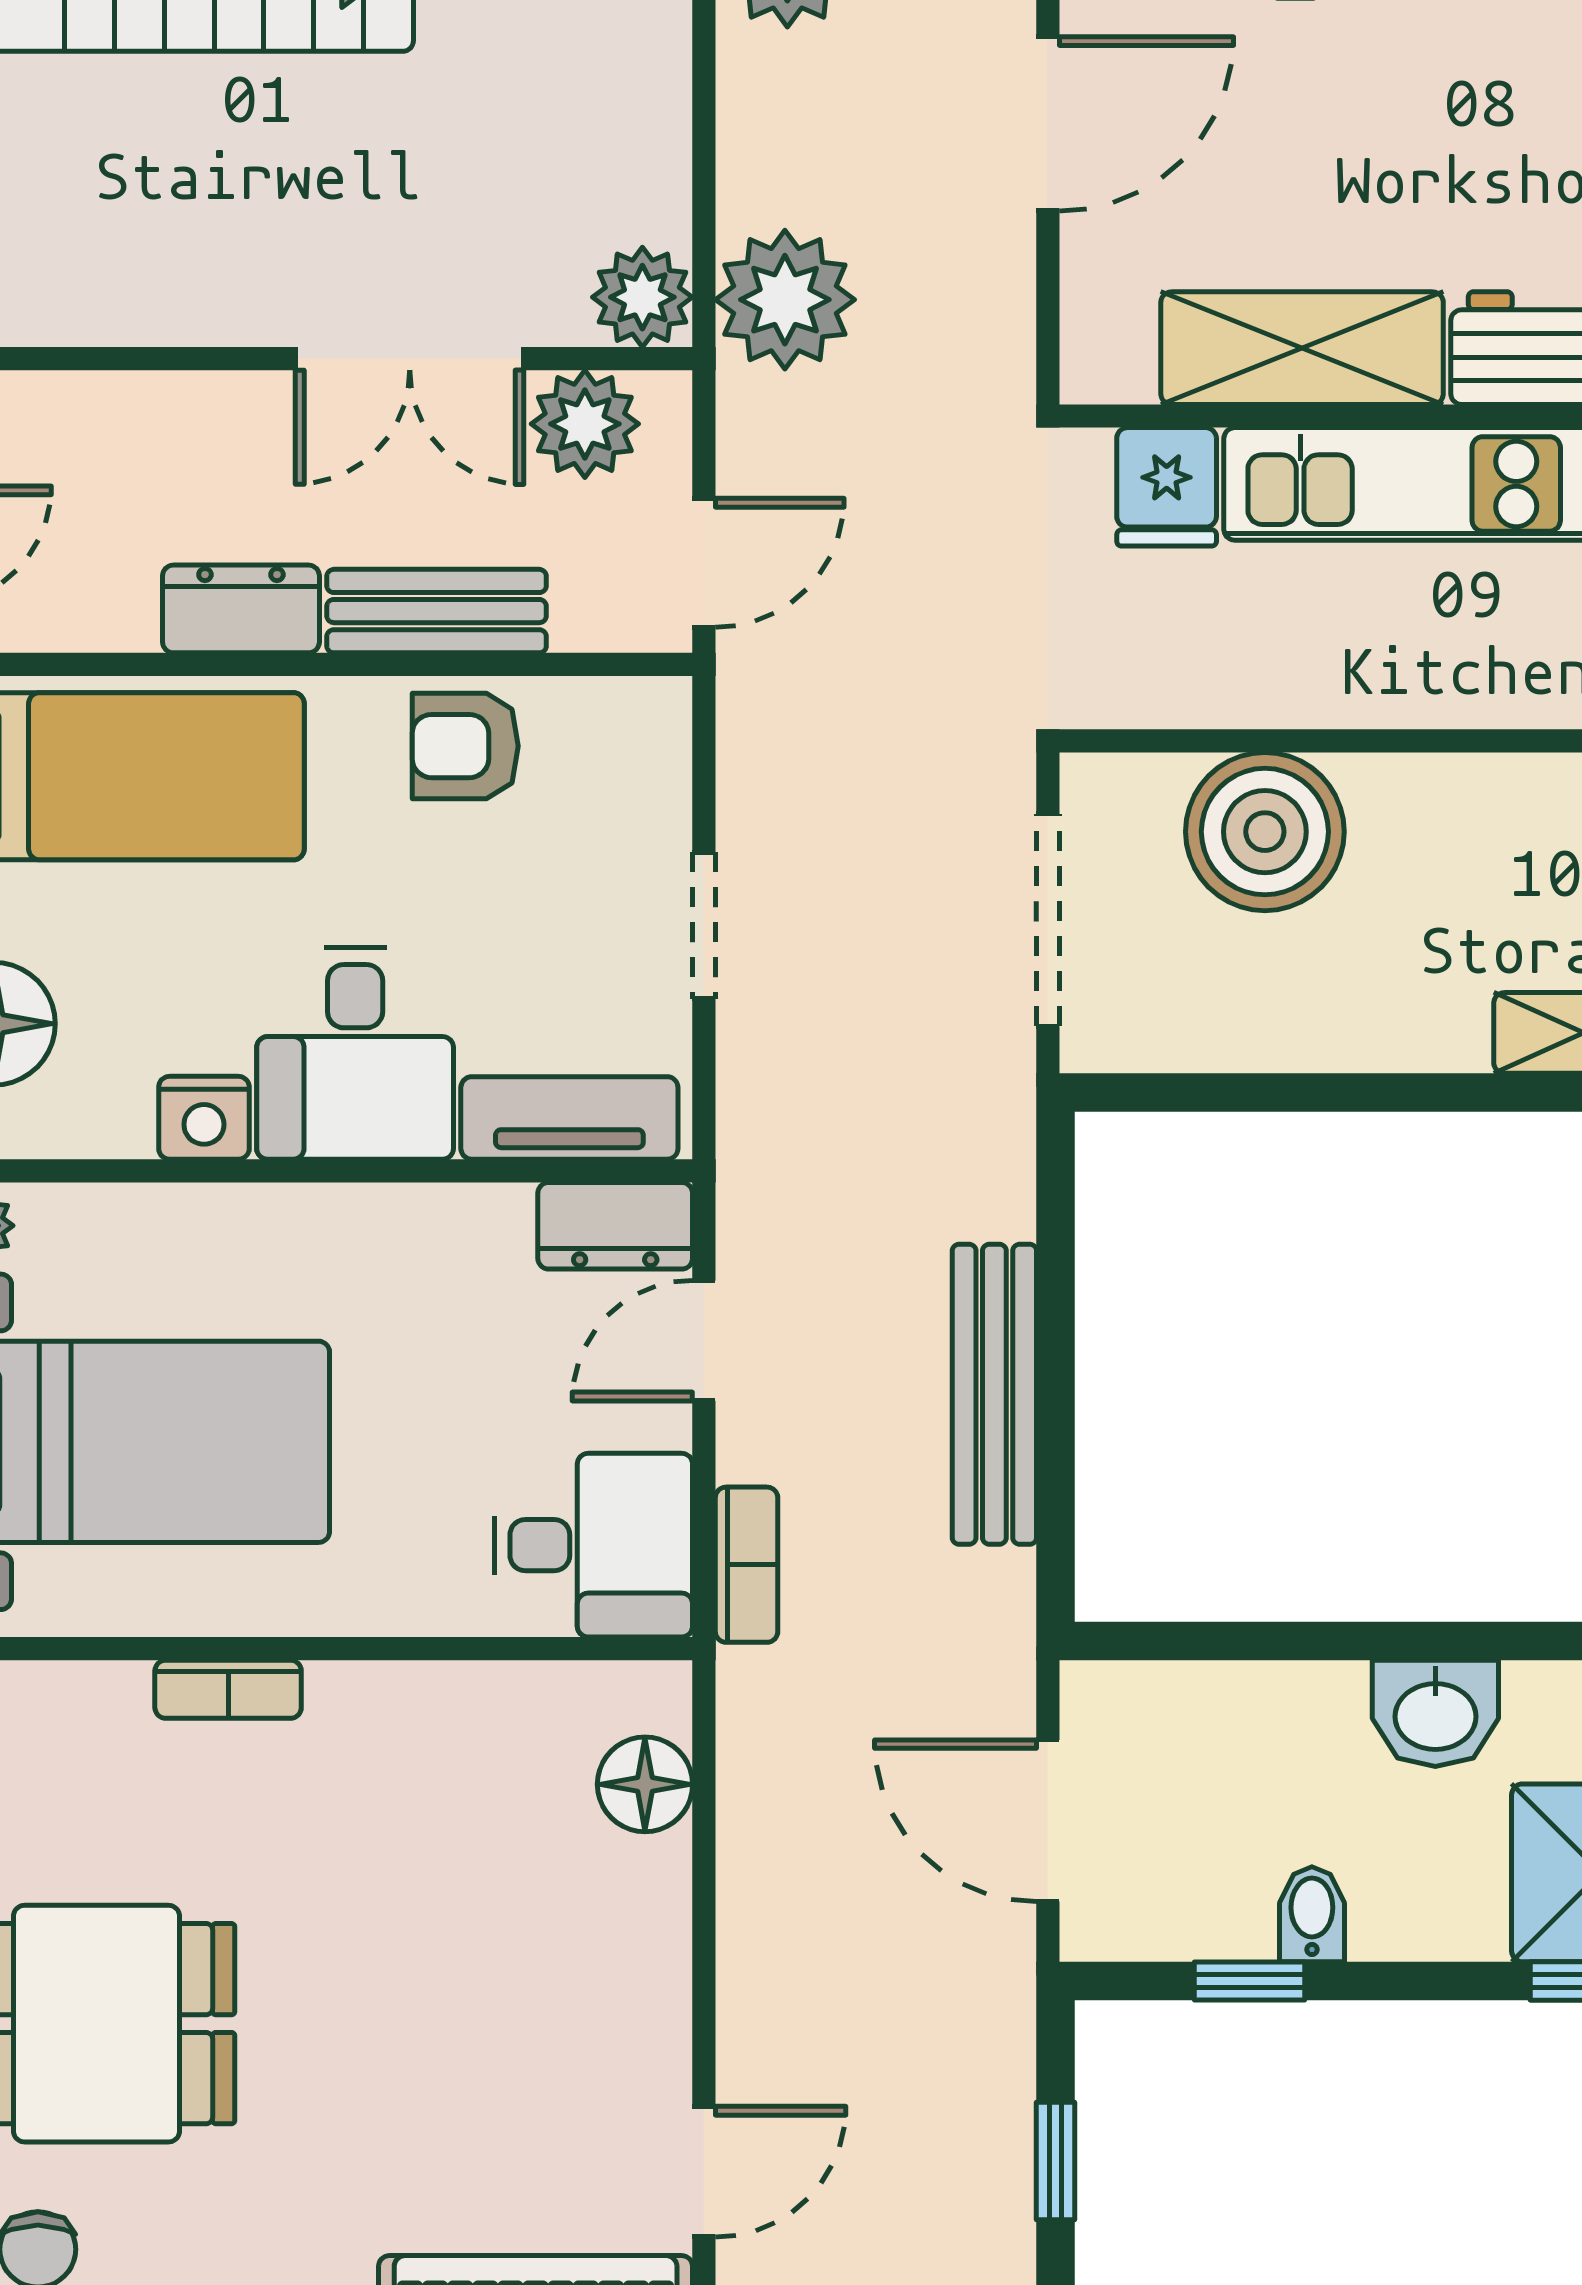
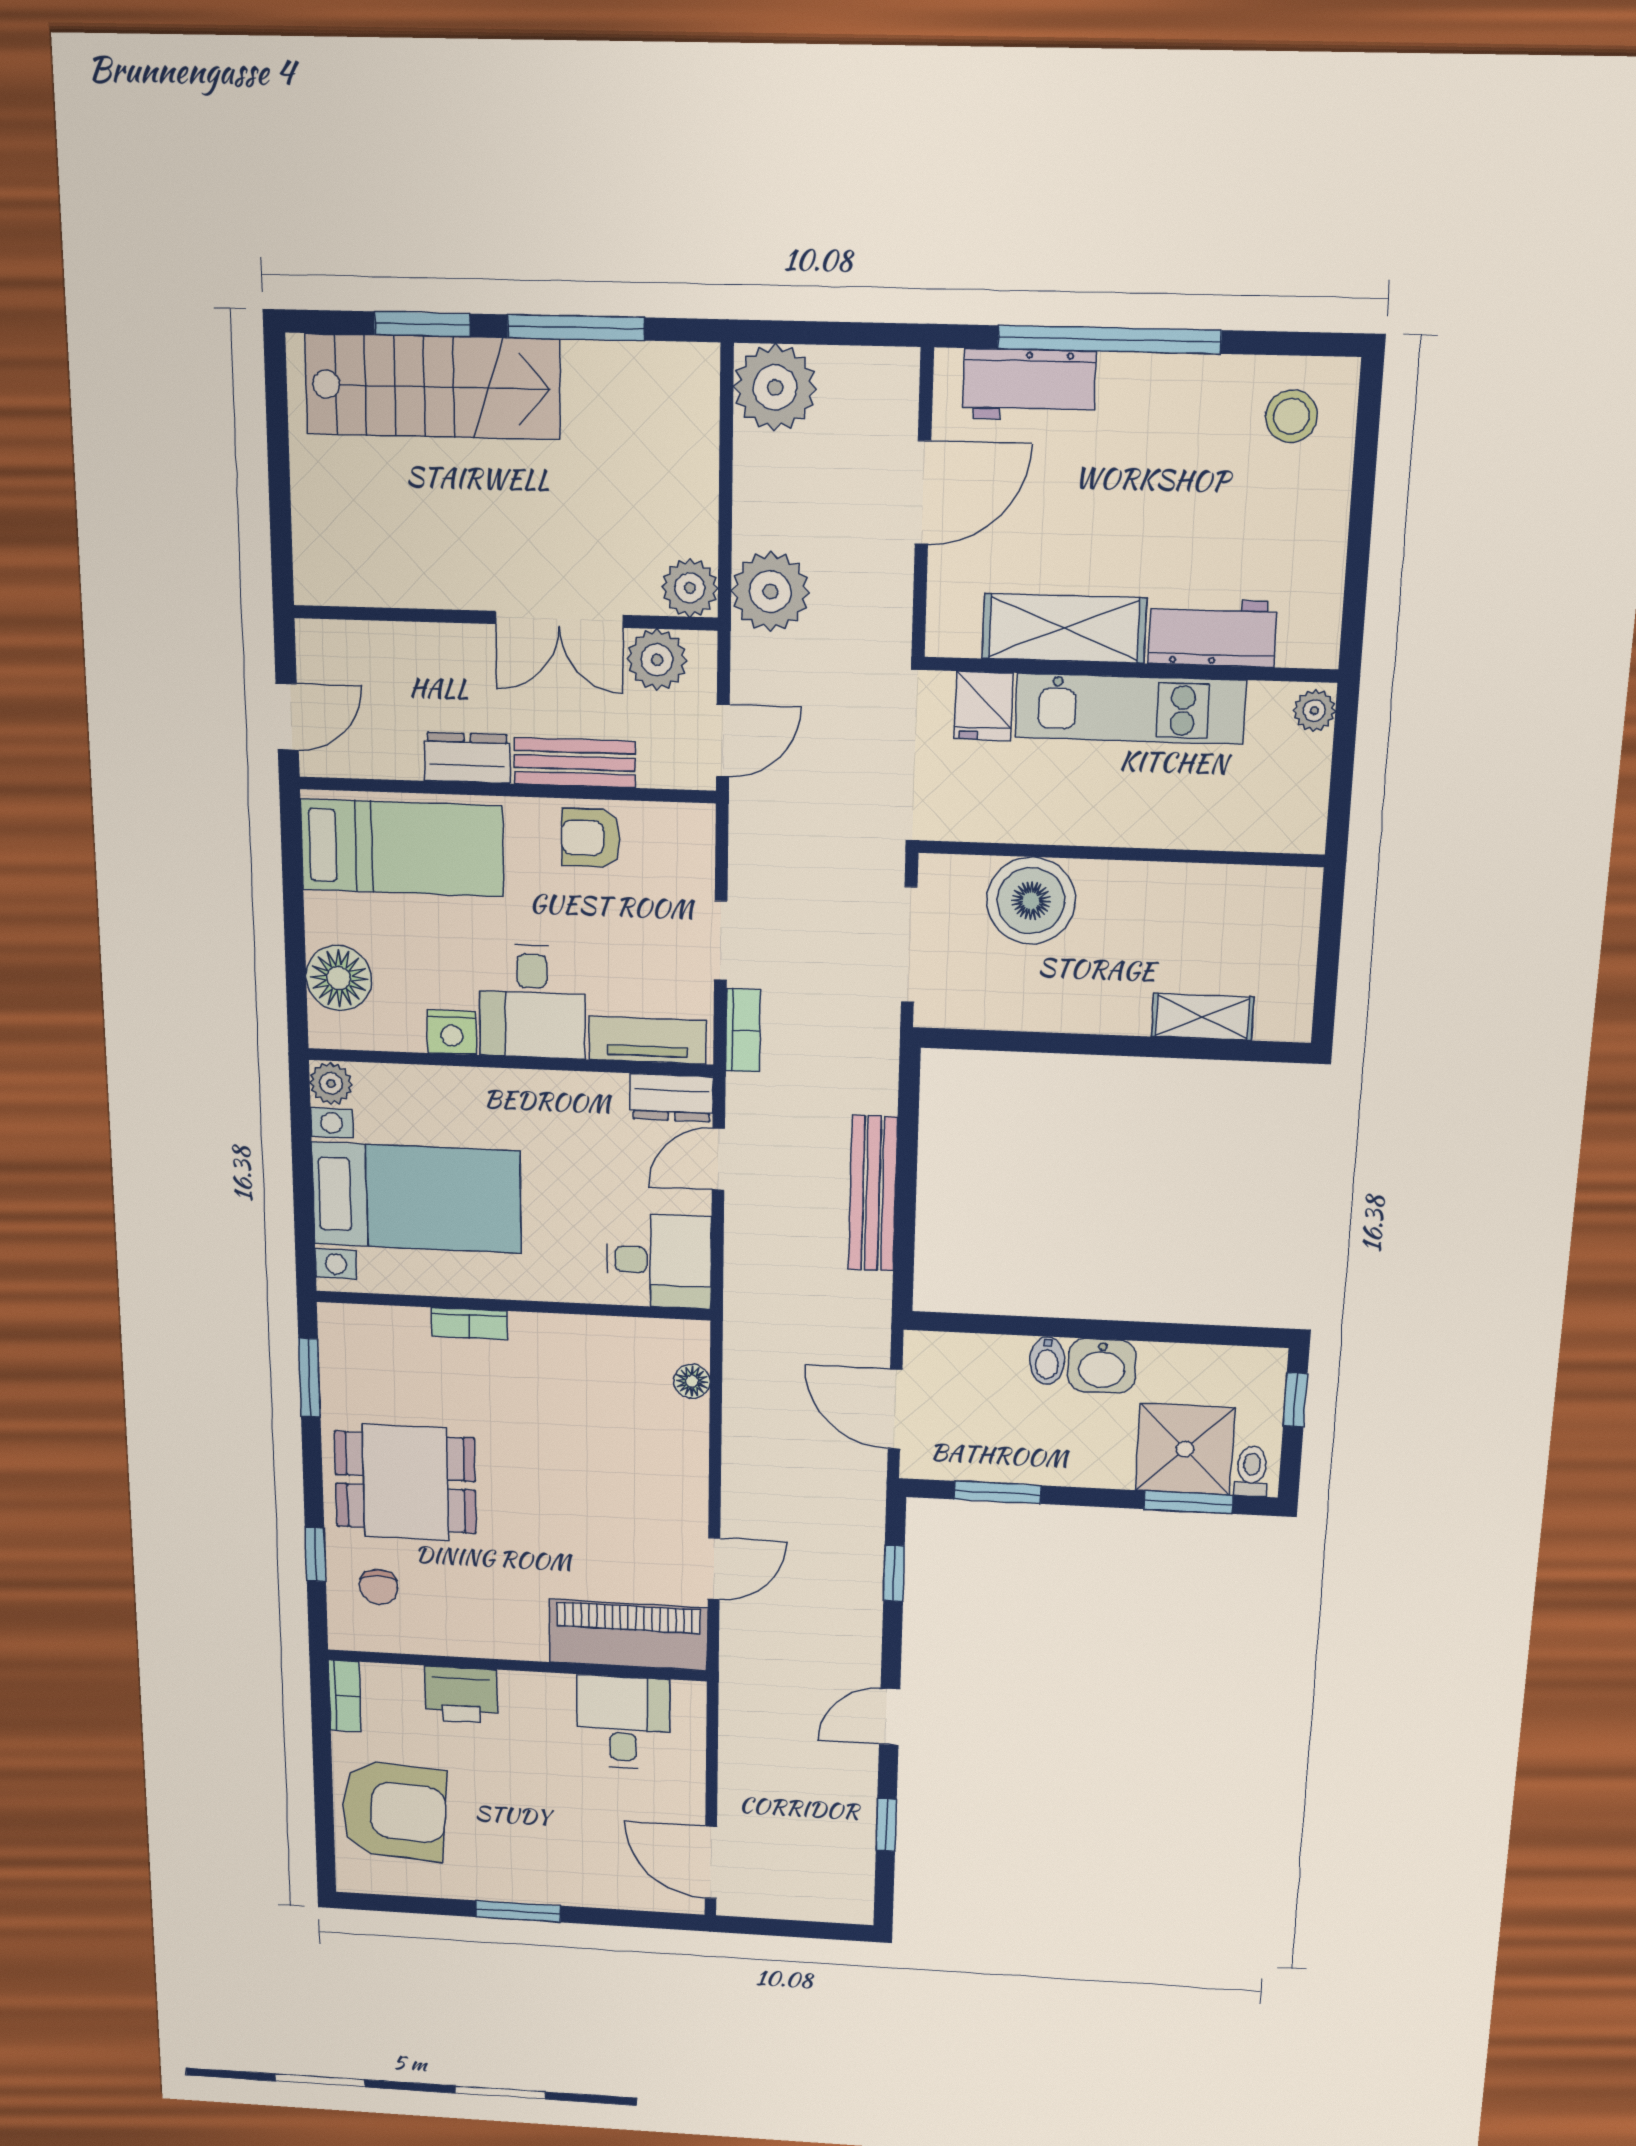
bookcase: (747, 1565) -> (743, 1031), moved
floor lamp: (645, 1784) -> (692, 1381), width x0.73, depth x0.73
bidet: (1312, 1914) -> (1047, 1360), moved, turned 180
window: (1250, 1981) -> (998, 1492), width x1.50

